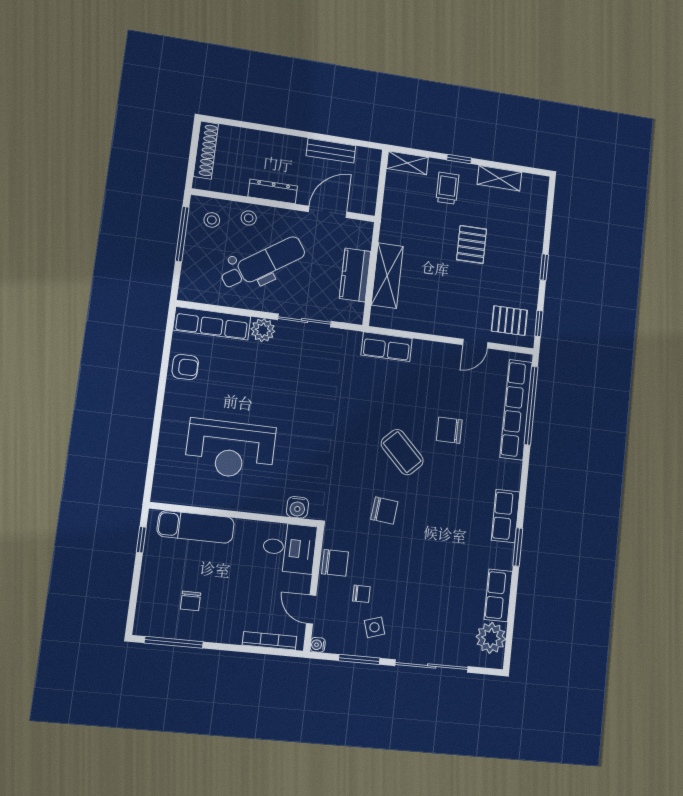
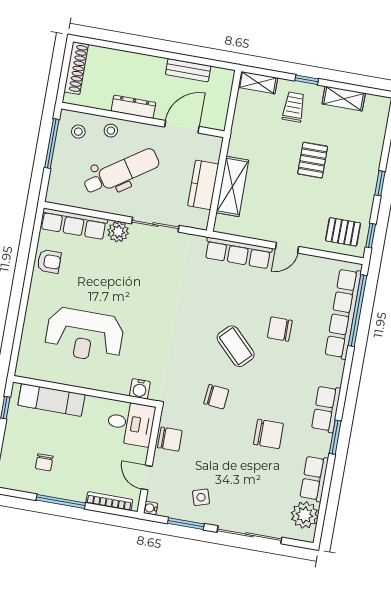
door: (475, 344) -> (287, 248), moved
row of seats: (387, 347) -> (238, 253), width x1.48
chair: (361, 594) -> (268, 434), moved, width x1.87, depth x1.87
window: (174, 642) -> (61, 501), moved

